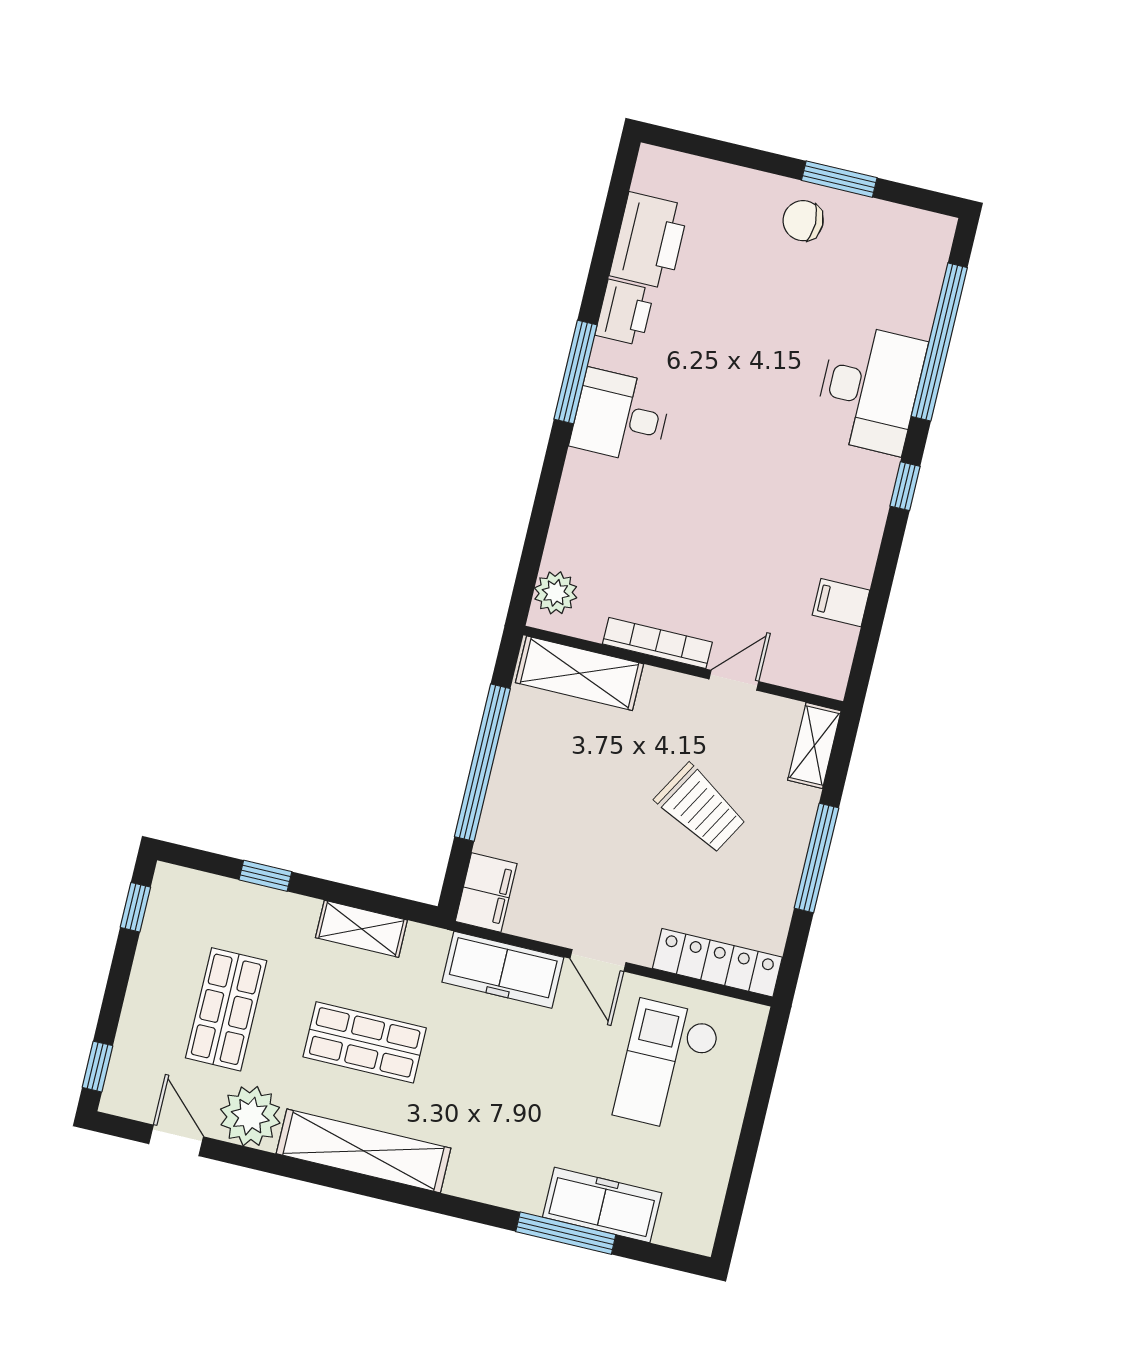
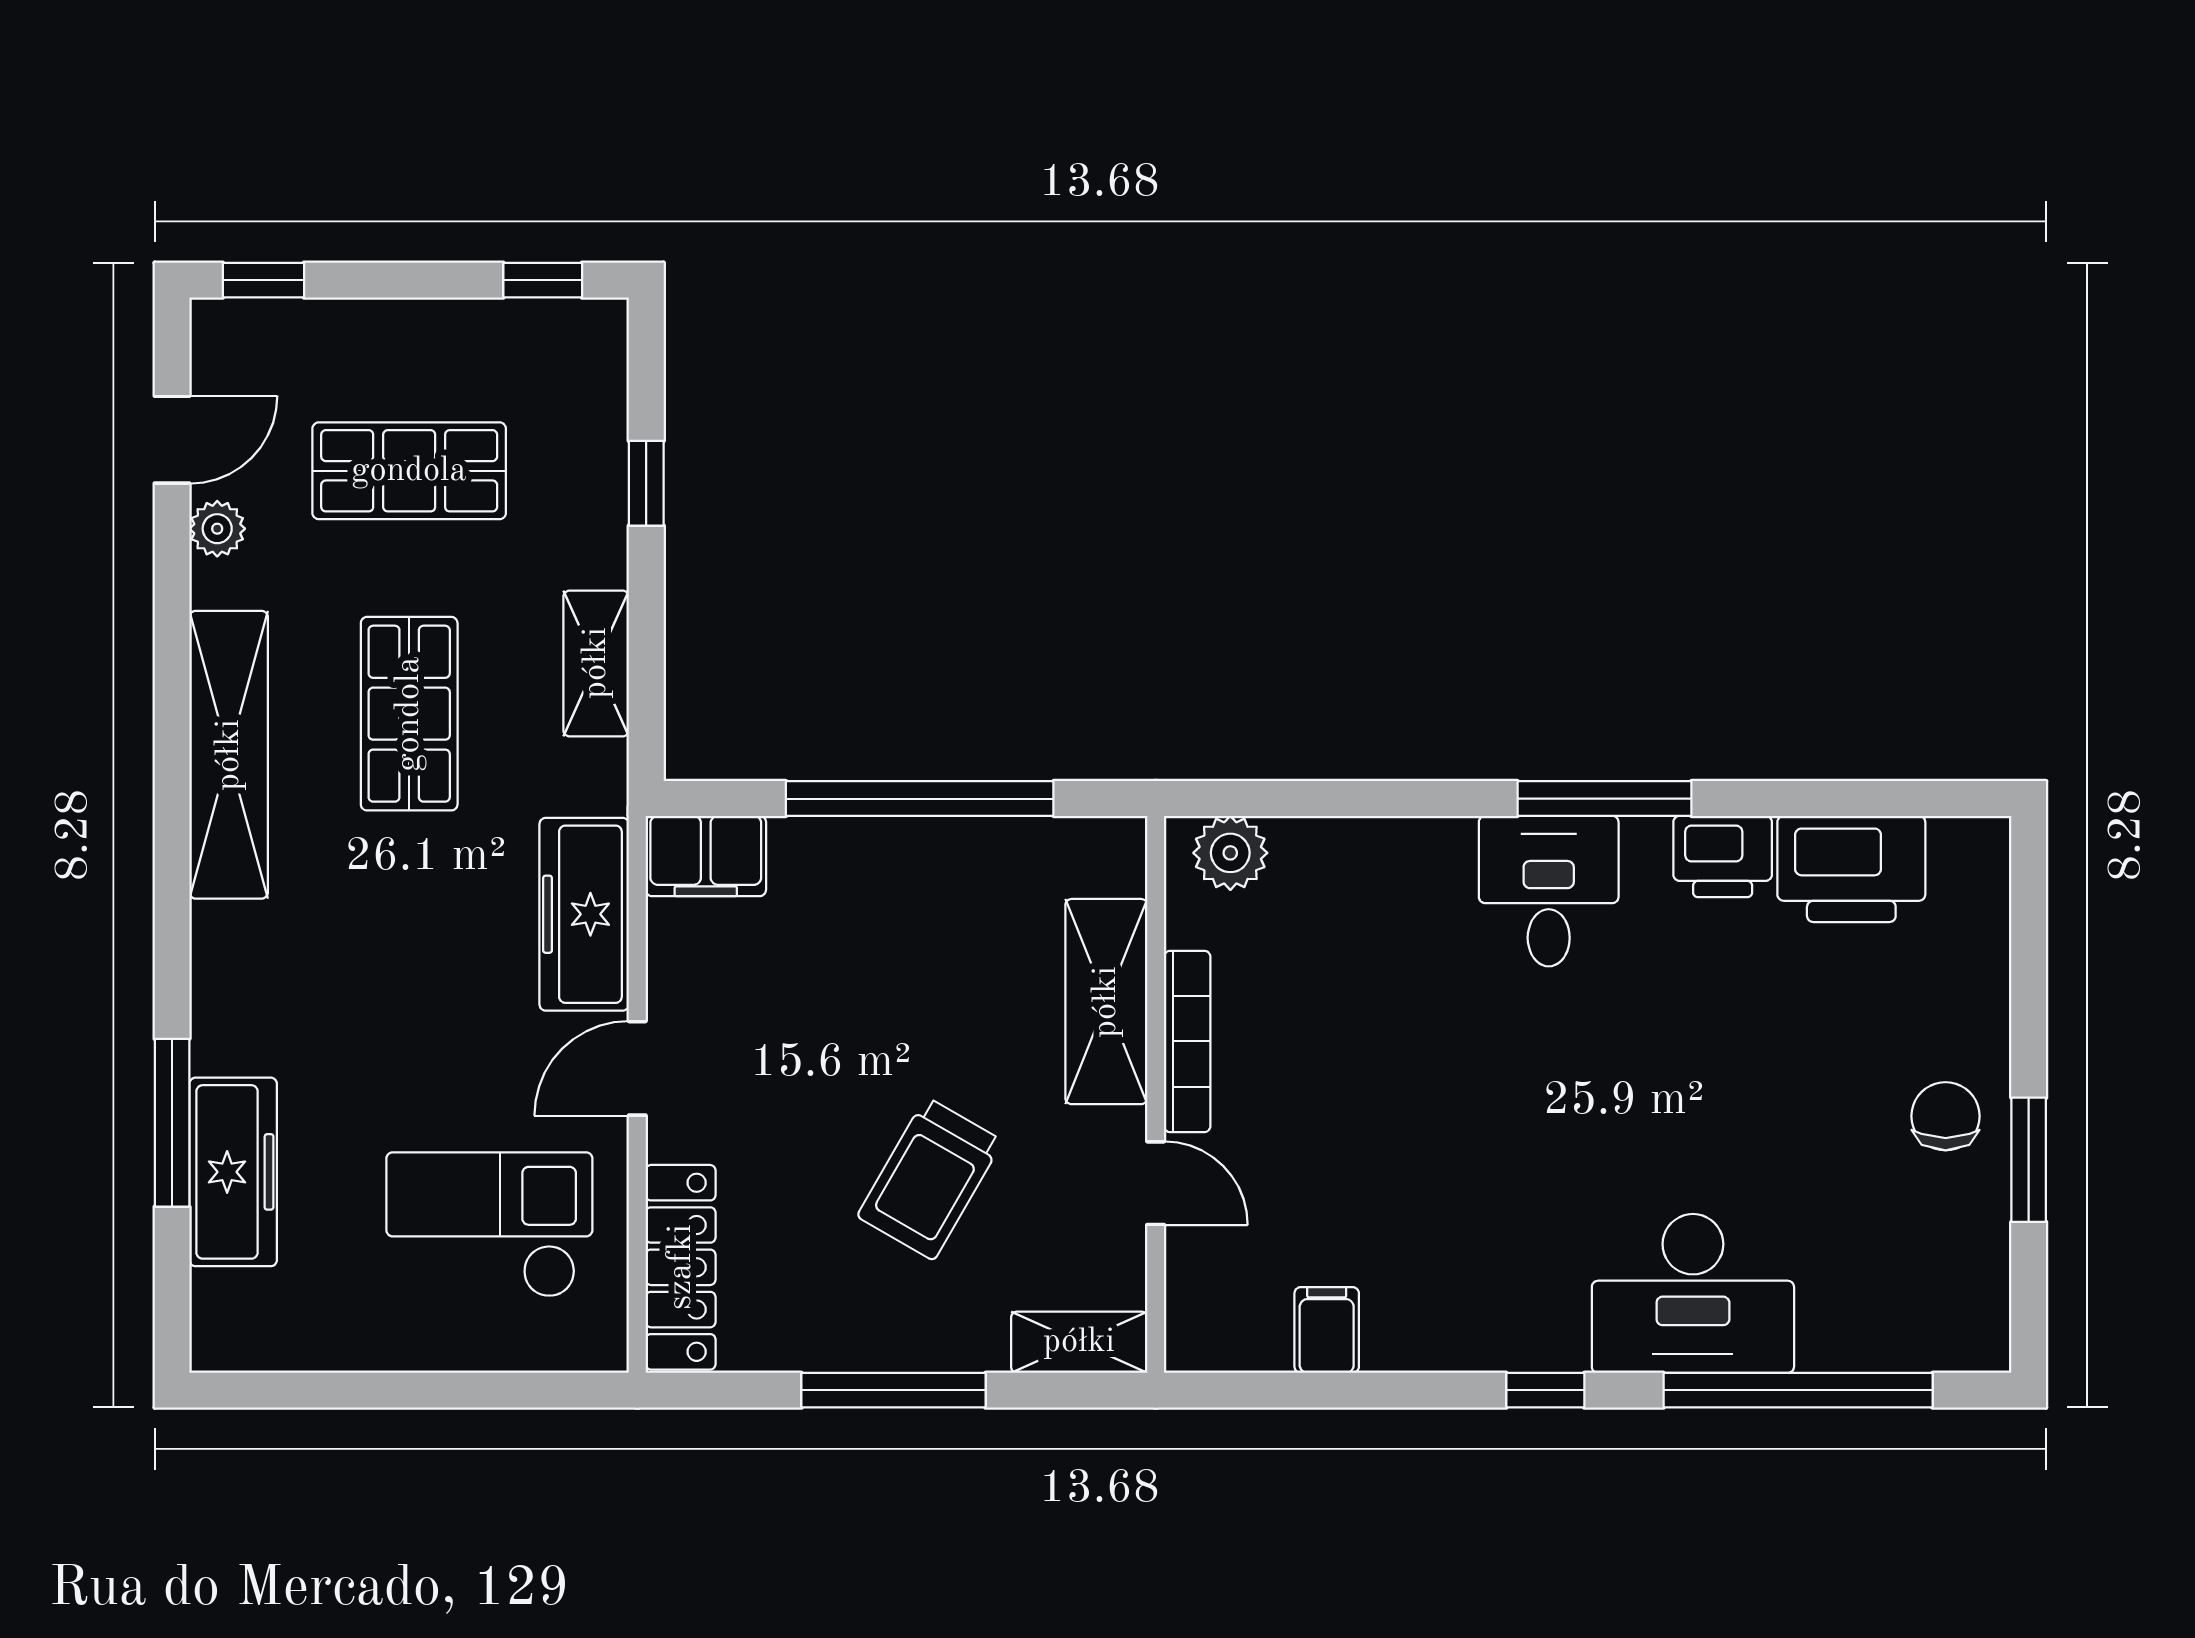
shelving: (580, 673) -> (1106, 1002), moved
plant: (250, 1116) -> (217, 529), width x0.53, depth x0.53

